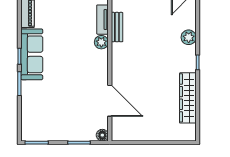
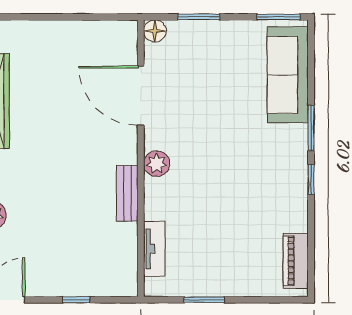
bench: (117, 27) -> (127, 193), moved
plant: (101, 42) -> (157, 164), moved
sofa: (32, 54) -> (288, 75), moved

